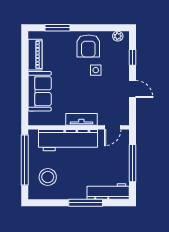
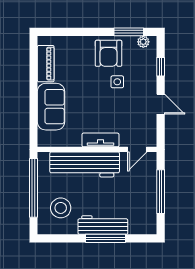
window: (58, 28) -> (129, 32), moved
workbench: (108, 192) -> (103, 225), moved

